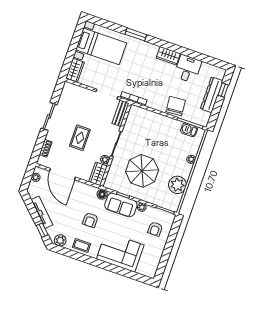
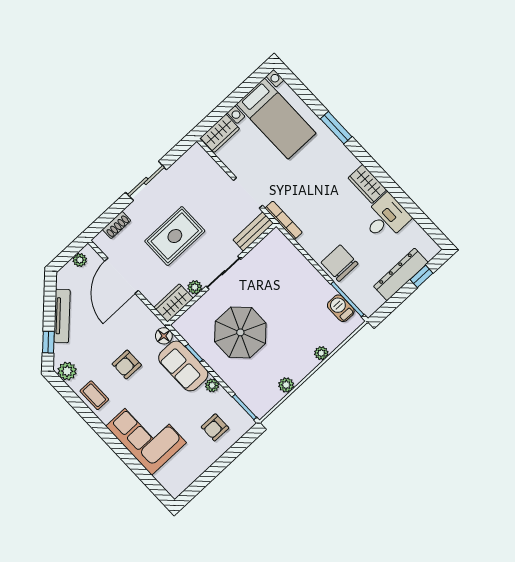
chair: (176, 106) -> (340, 263), turned -85
rug: (80, 138) -> (175, 236), width x1.36, depth x1.43
plant: (177, 185) -> (286, 385), width x0.53, depth x0.53

